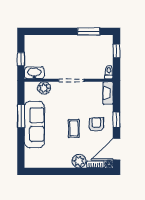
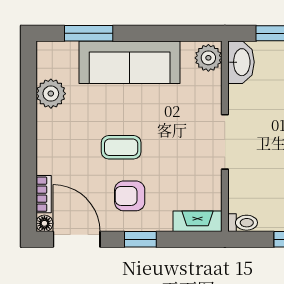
plant: (44, 88) -> (208, 58), moved
window: (21, 116) -> (89, 33), moved
armchair: (96, 124) -> (130, 196), turned 180
plant: (79, 161) -> (51, 94), moved

